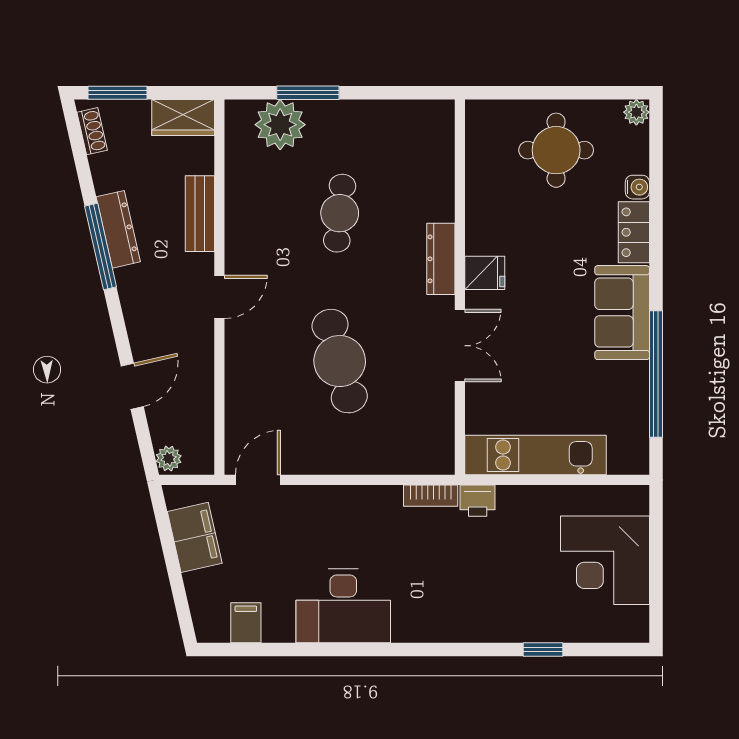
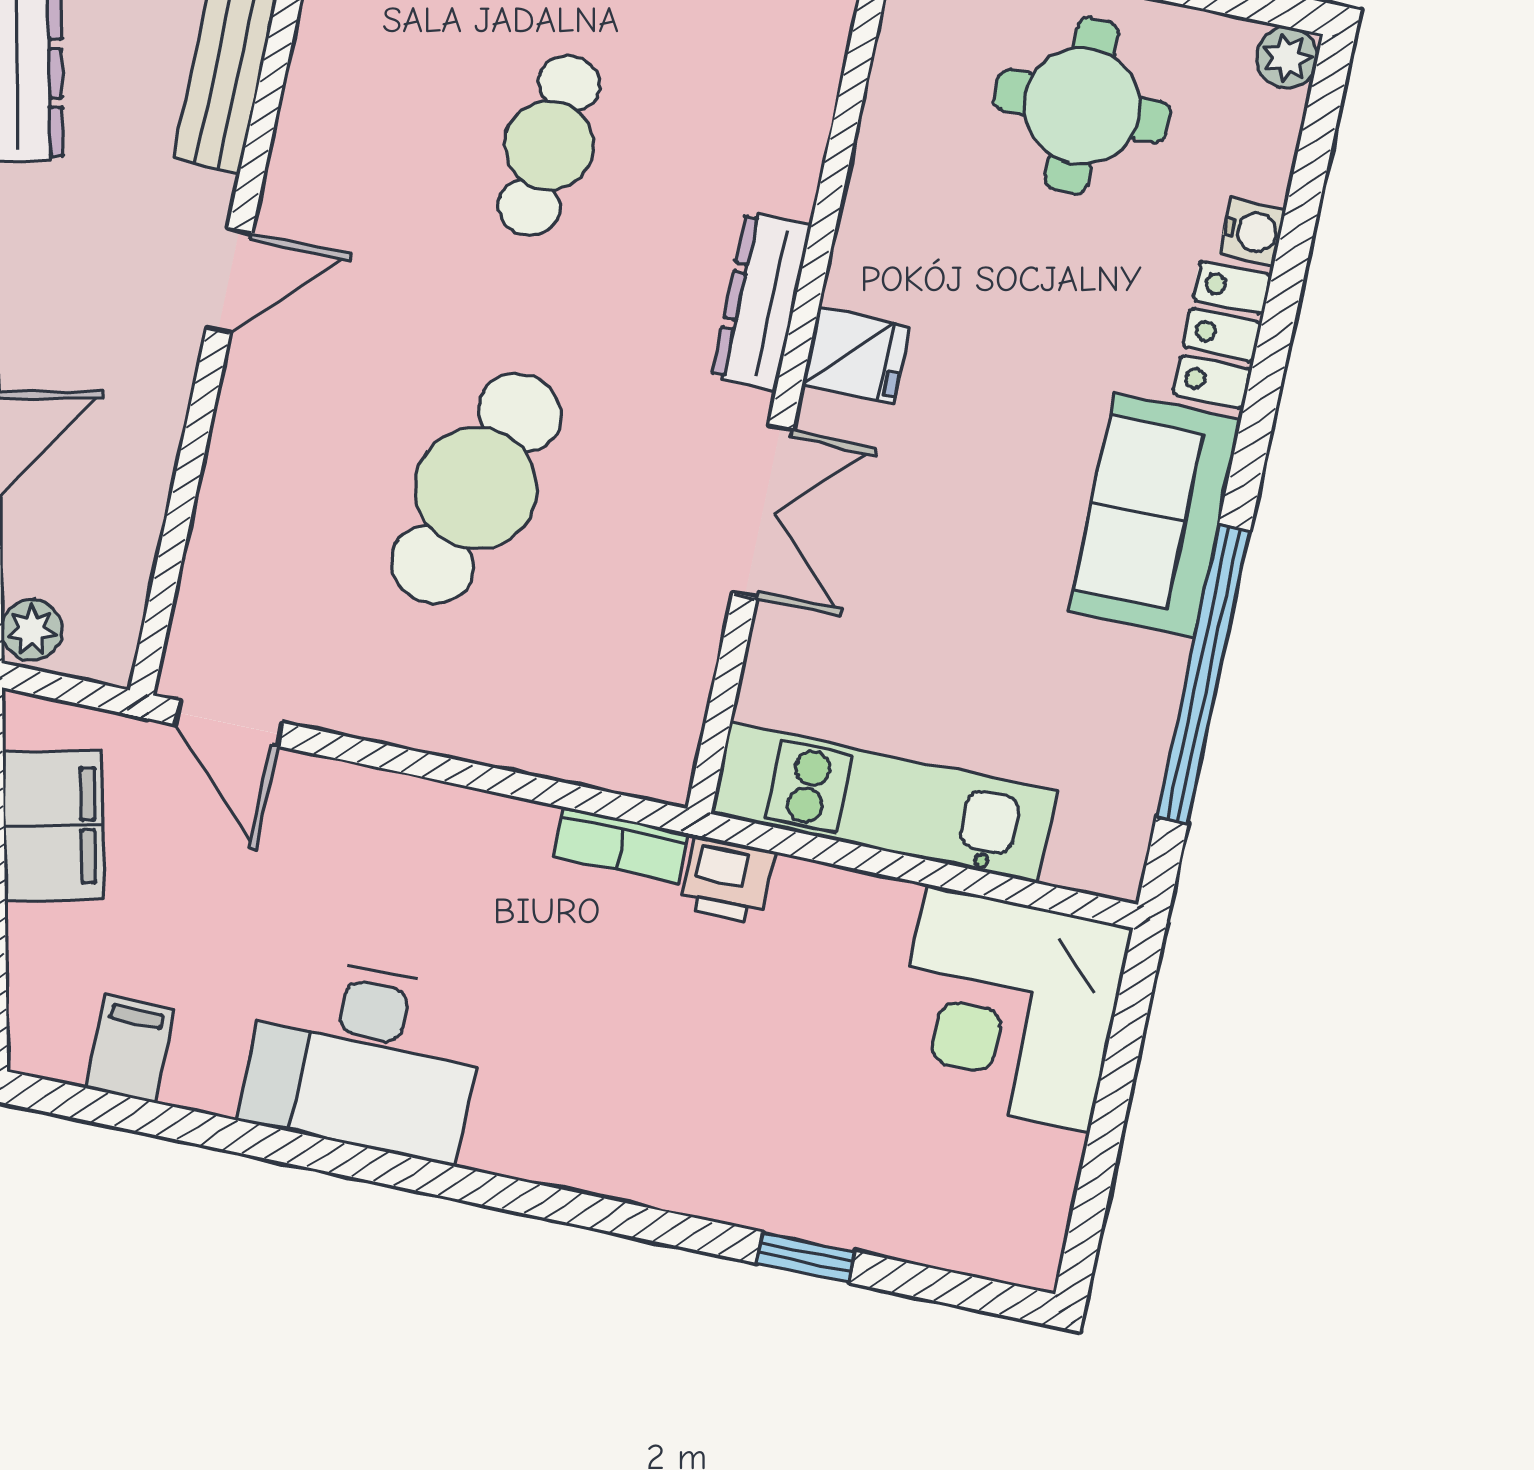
cafe table: (340, 361) -> (476, 488), turned 33
door: (258, 480) -> (228, 723), swing flipped
corner desk: (605, 560) -> (1009, 1009), moved

